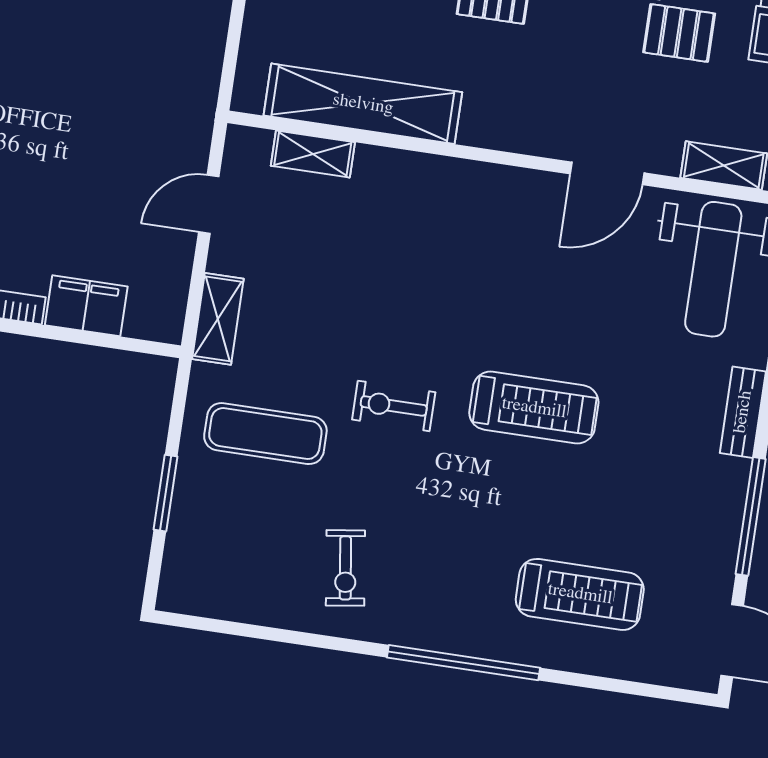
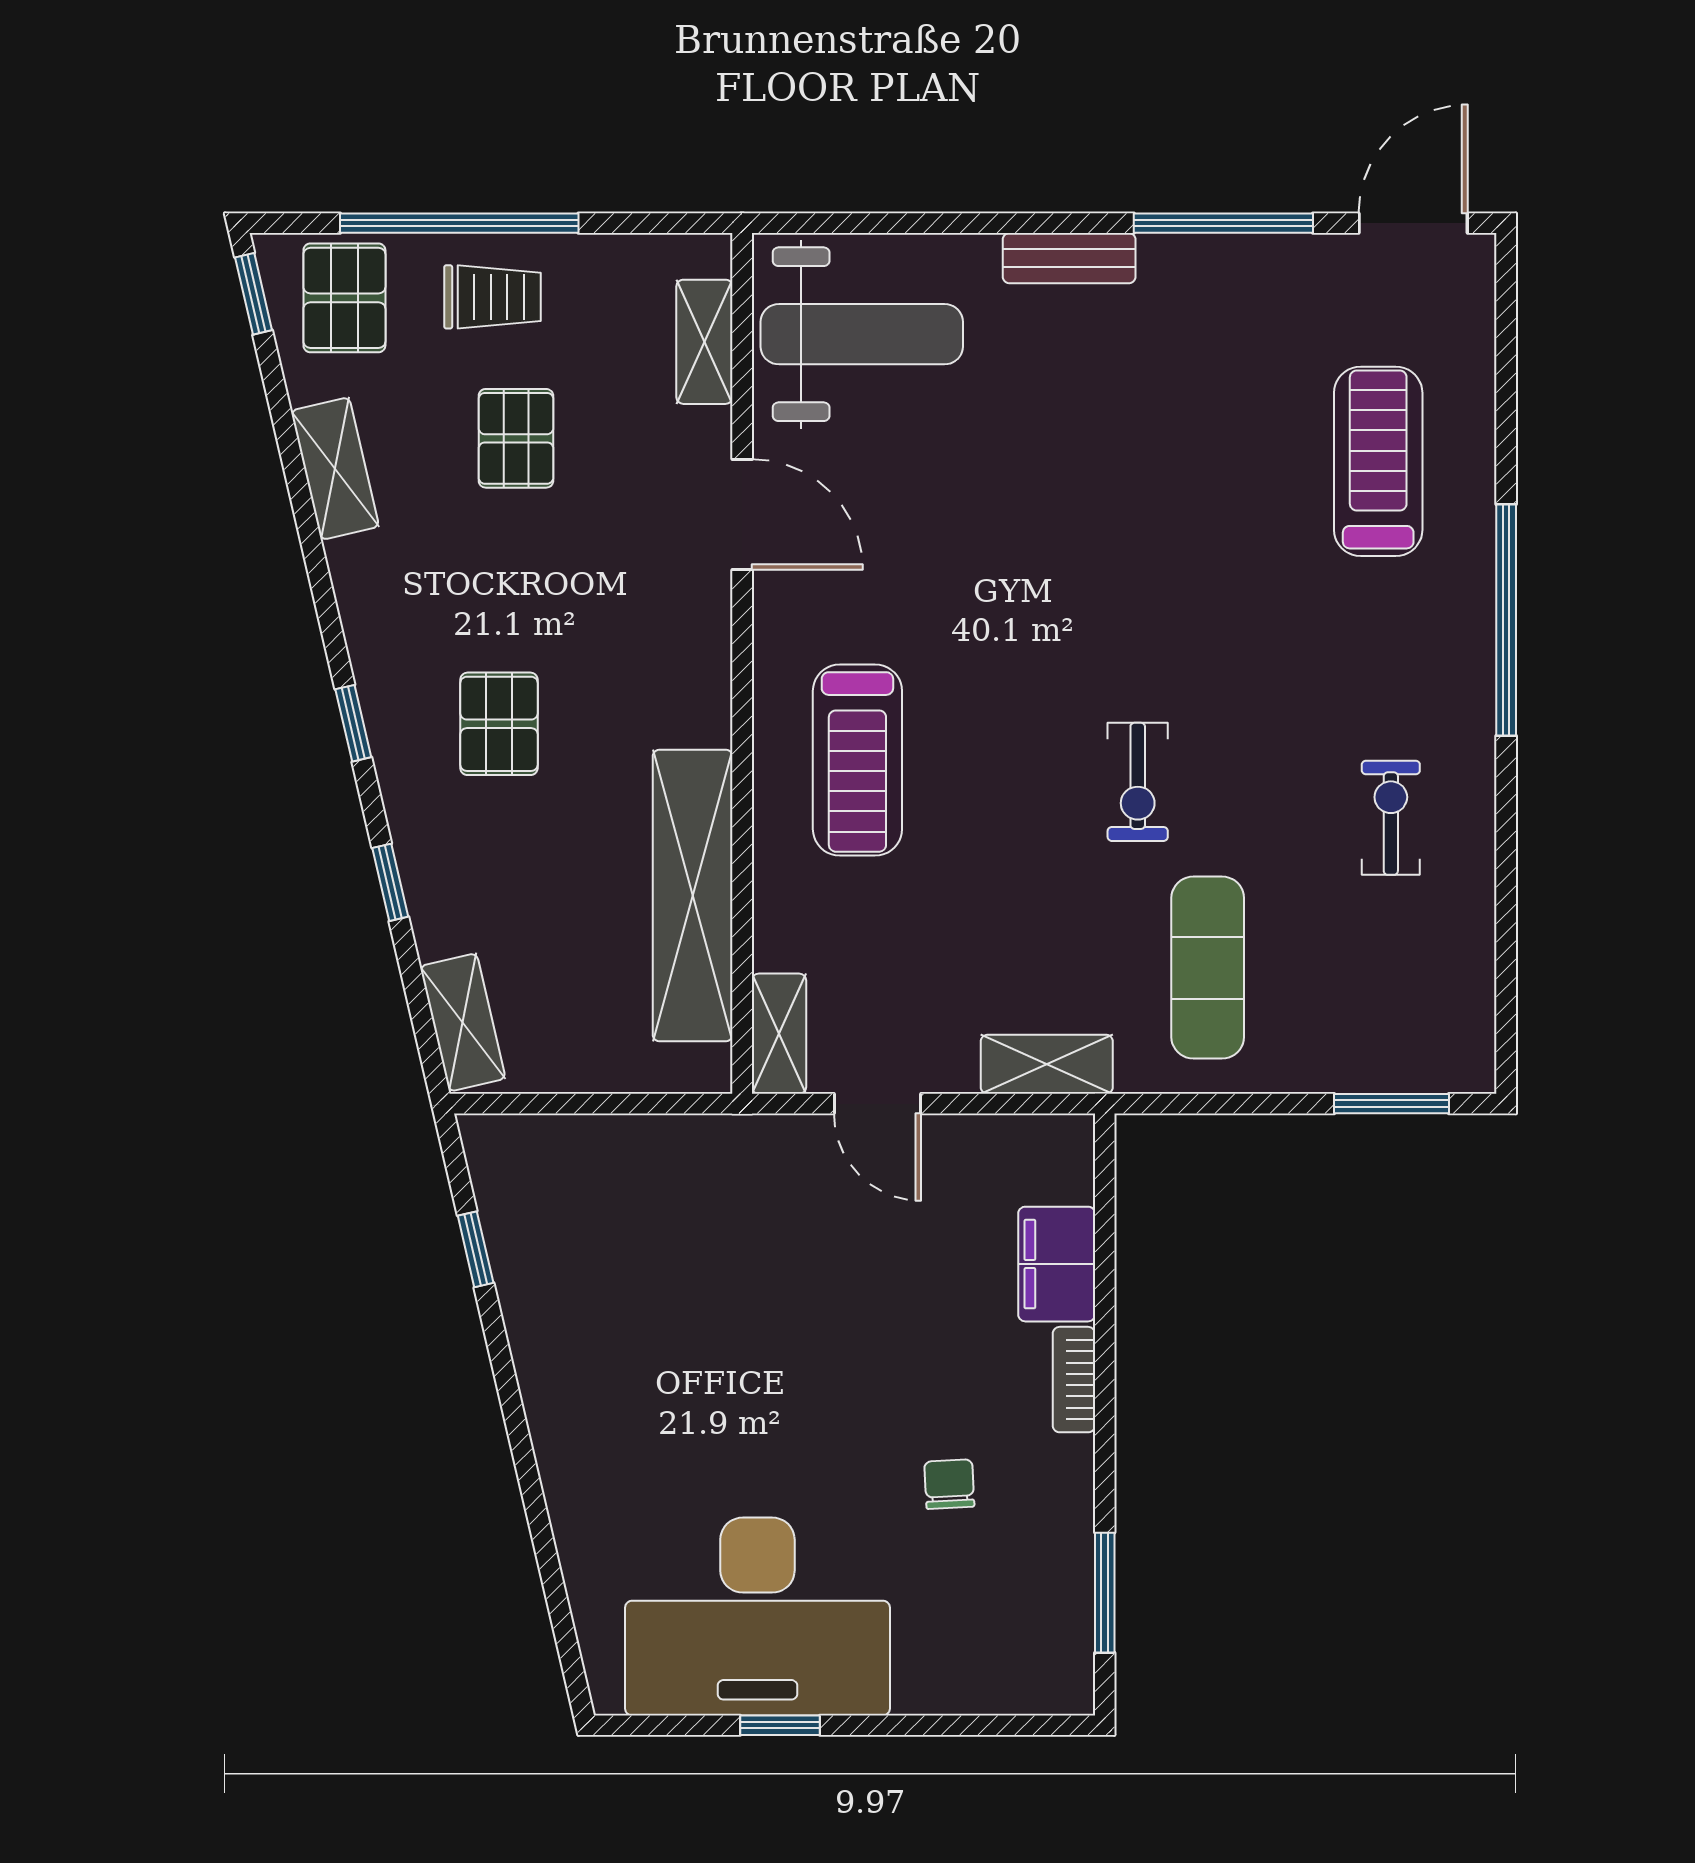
shelving: (313, 154) -> (779, 1034), moved
treadmill: (534, 408) -> (857, 760), moved, turned 180
window: (165, 493) -> (1391, 1104), moved
exercise bike: (345, 568) -> (1391, 818), turned -82

